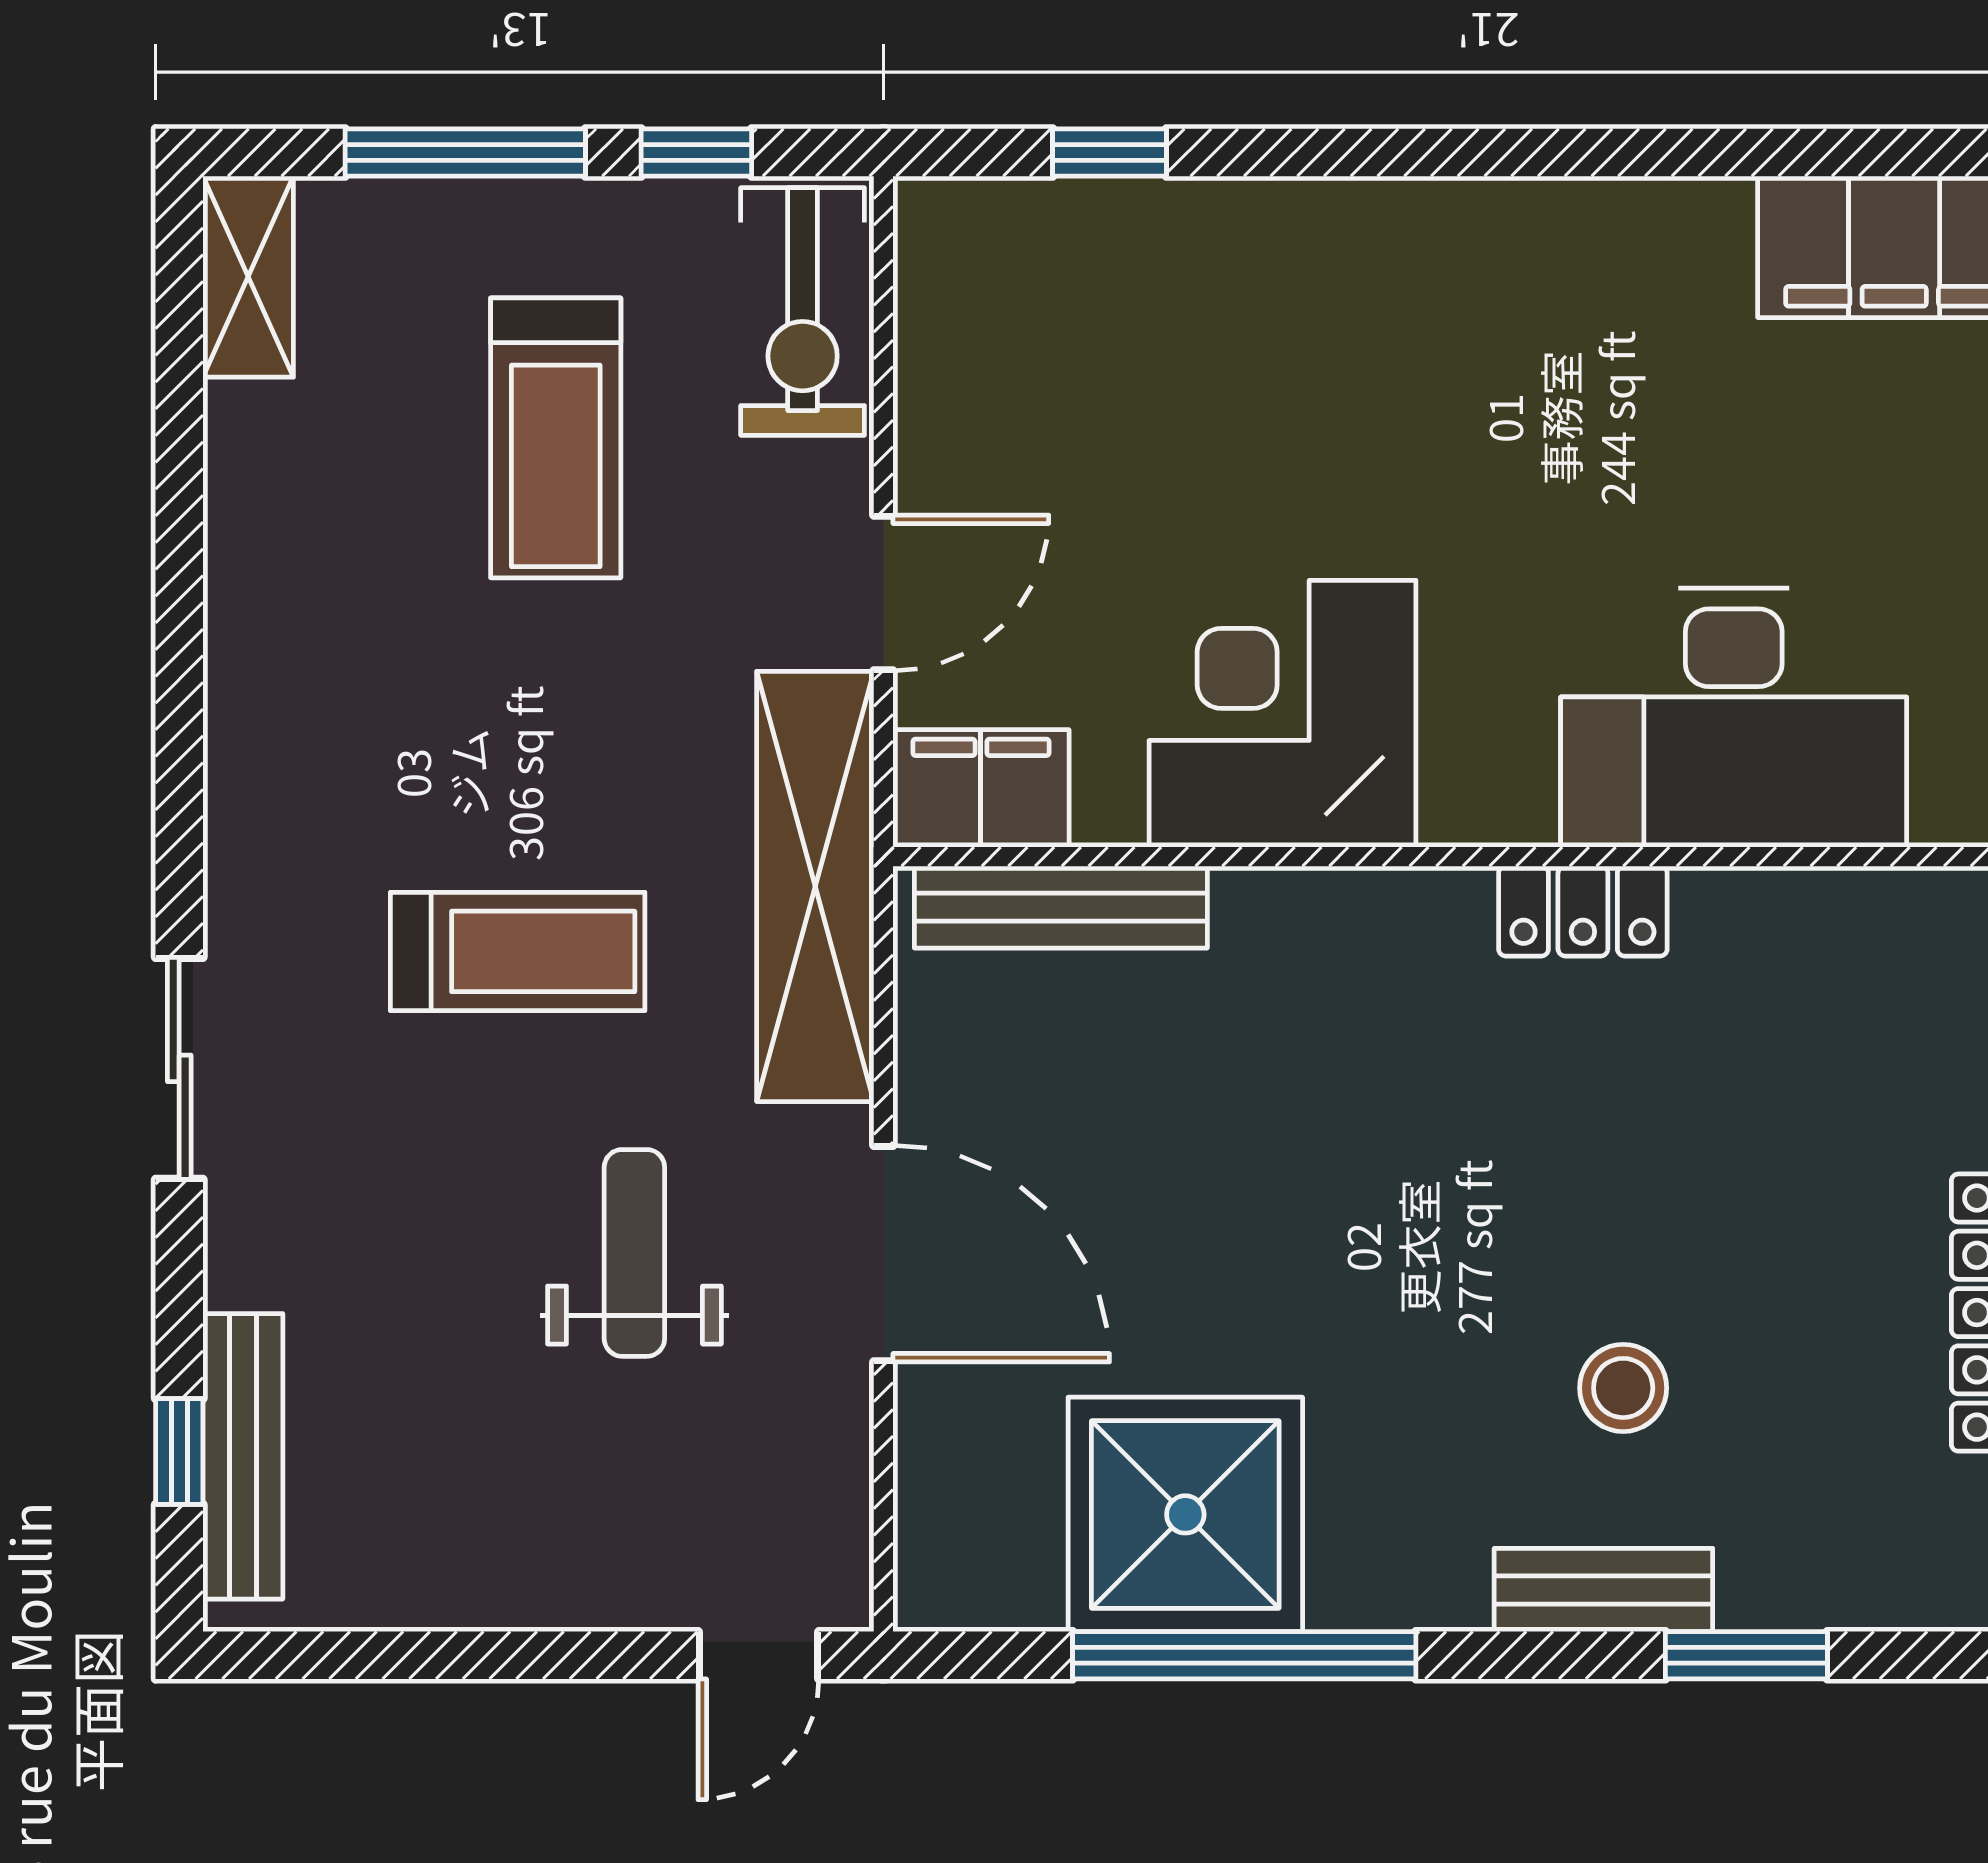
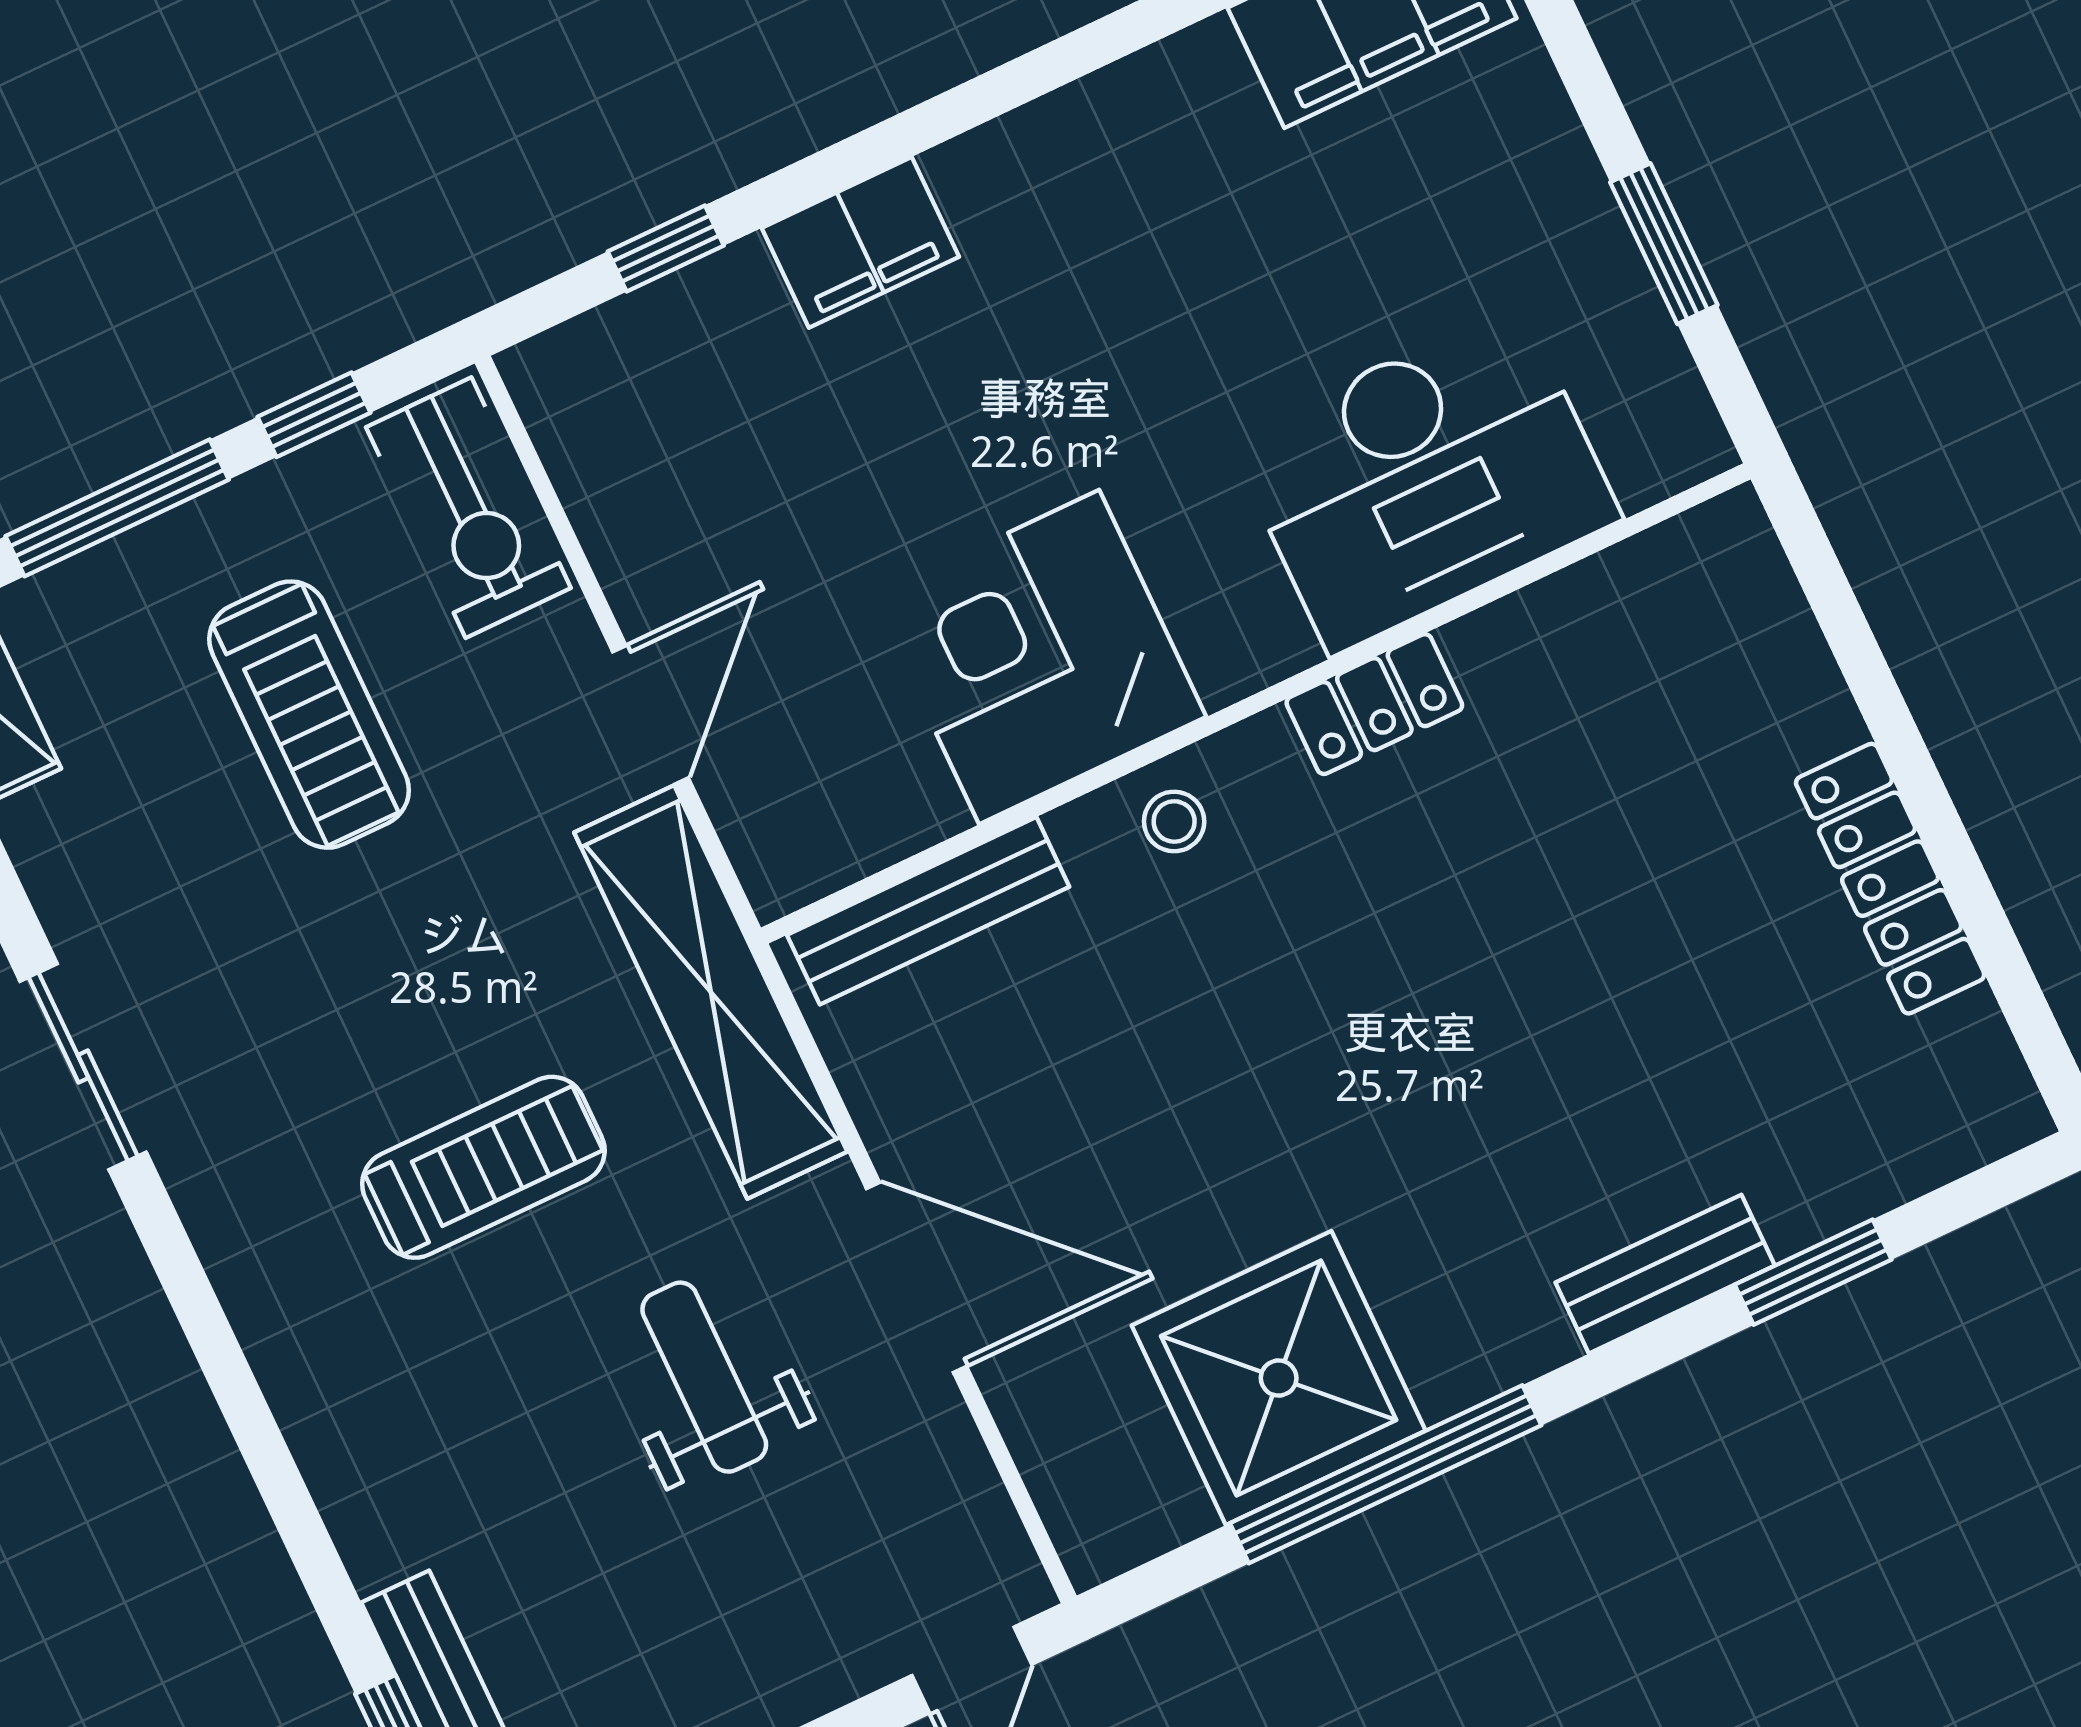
filing cabinet: (981, 788) -> (860, 242), moved, turned 180
sliding door: (179, 1068) -> (83, 1067), moved
stool: (1623, 1388) -> (1174, 821), moved, width x0.73, depth x0.73

